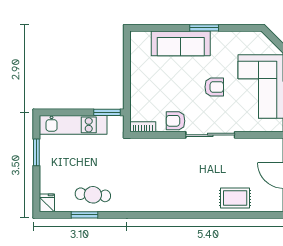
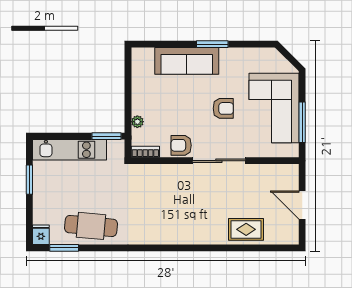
plant: (135, 99) -> (137, 122), added
cafe table: (93, 195) -> (91, 226), width x1.37, depth x1.35
window: (84, 215) -> (64, 248), moved

